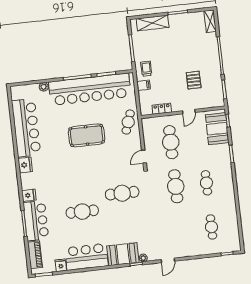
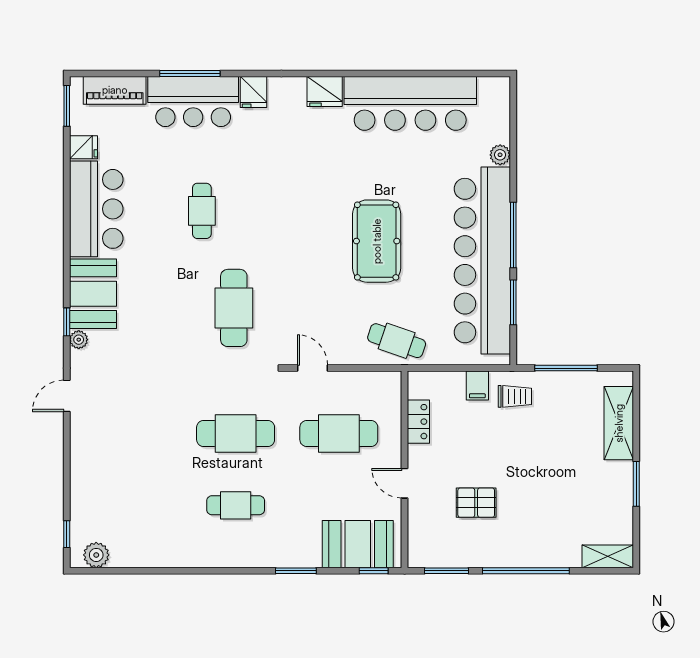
cafe table: (82, 212) -> (202, 211), width x0.73, depth x0.74
cafe table: (211, 227) -> (132, 505), removed
plant: (234, 240) -> (96, 555), added
door: (168, 260) -> (67, 396), hinge flipped

